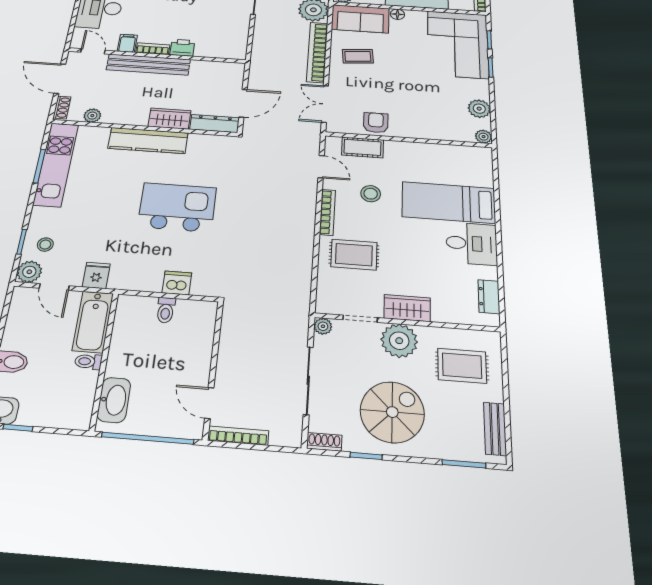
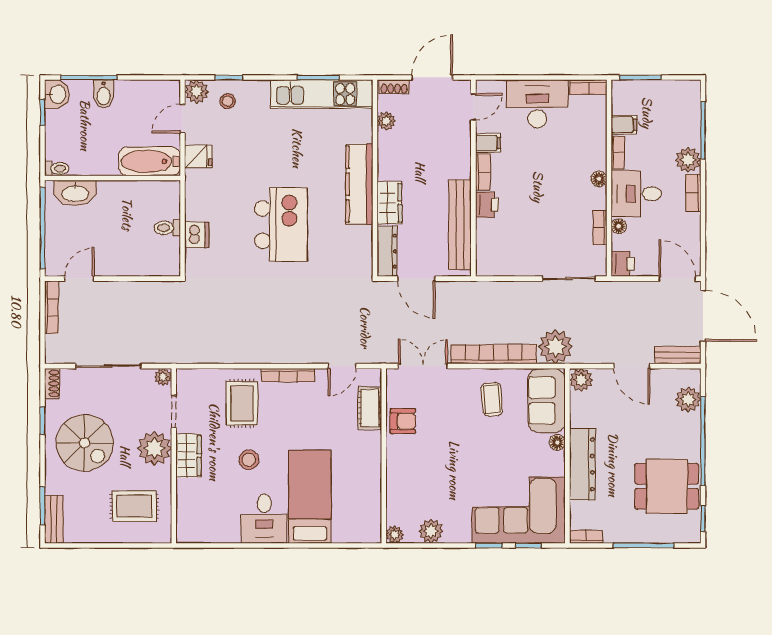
bench: (148, 65) -> (460, 225), moved
stool: (371, 194) -> (249, 460), moved
dresser: (489, 297) -> (207, 533), removed
toilet: (88, 362) -> (57, 168), moved, turned 90
rug: (462, 366) -> (134, 506), turned 90
bench: (495, 429) -> (54, 519), moved, turned 90

